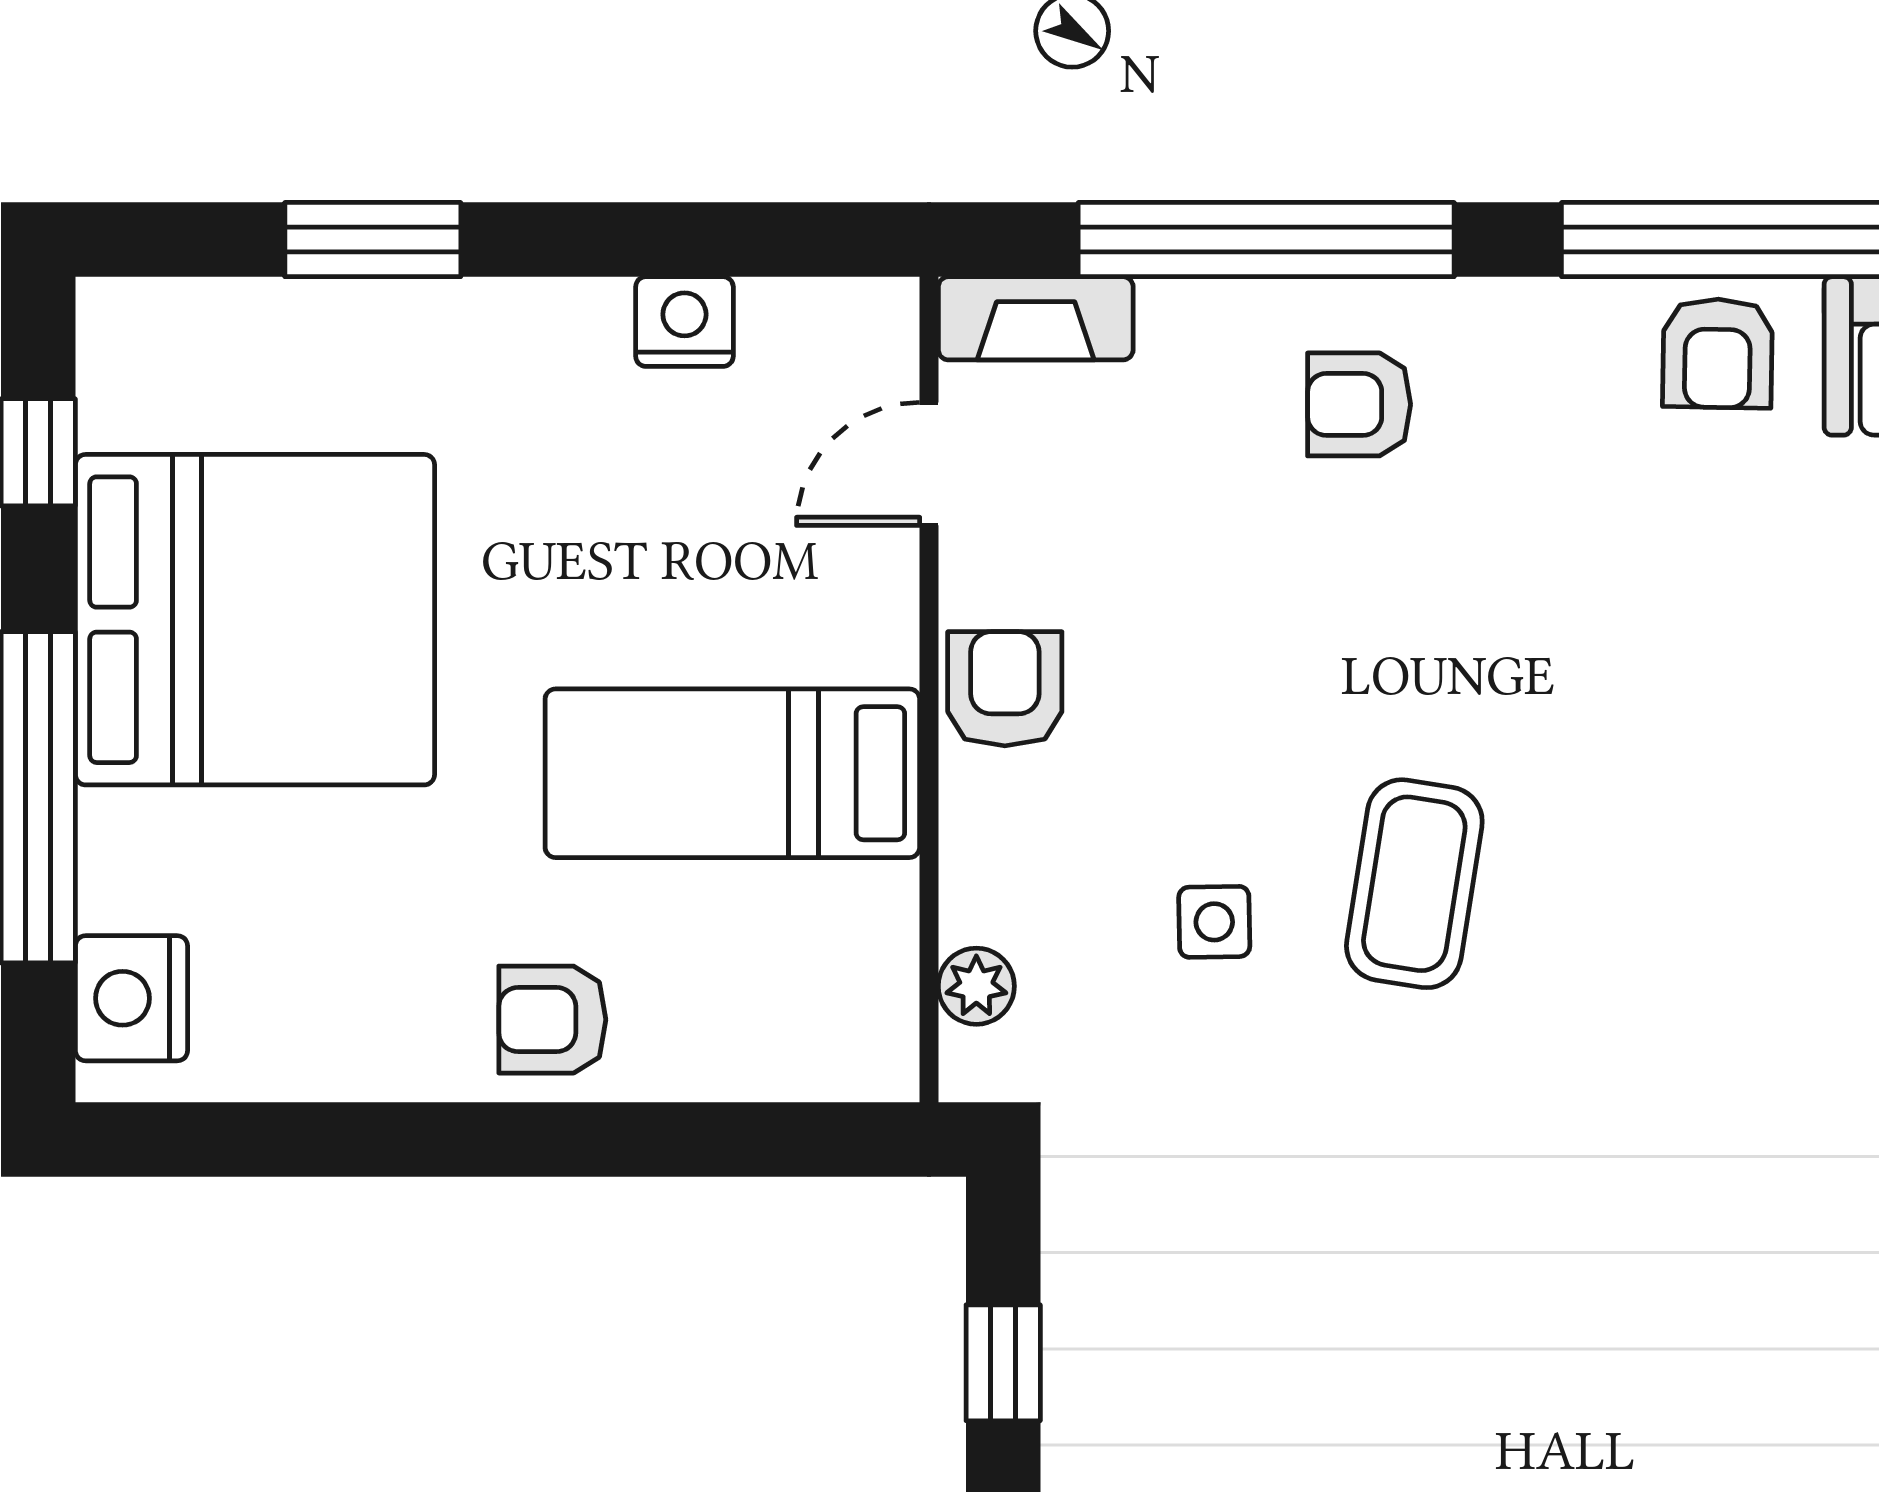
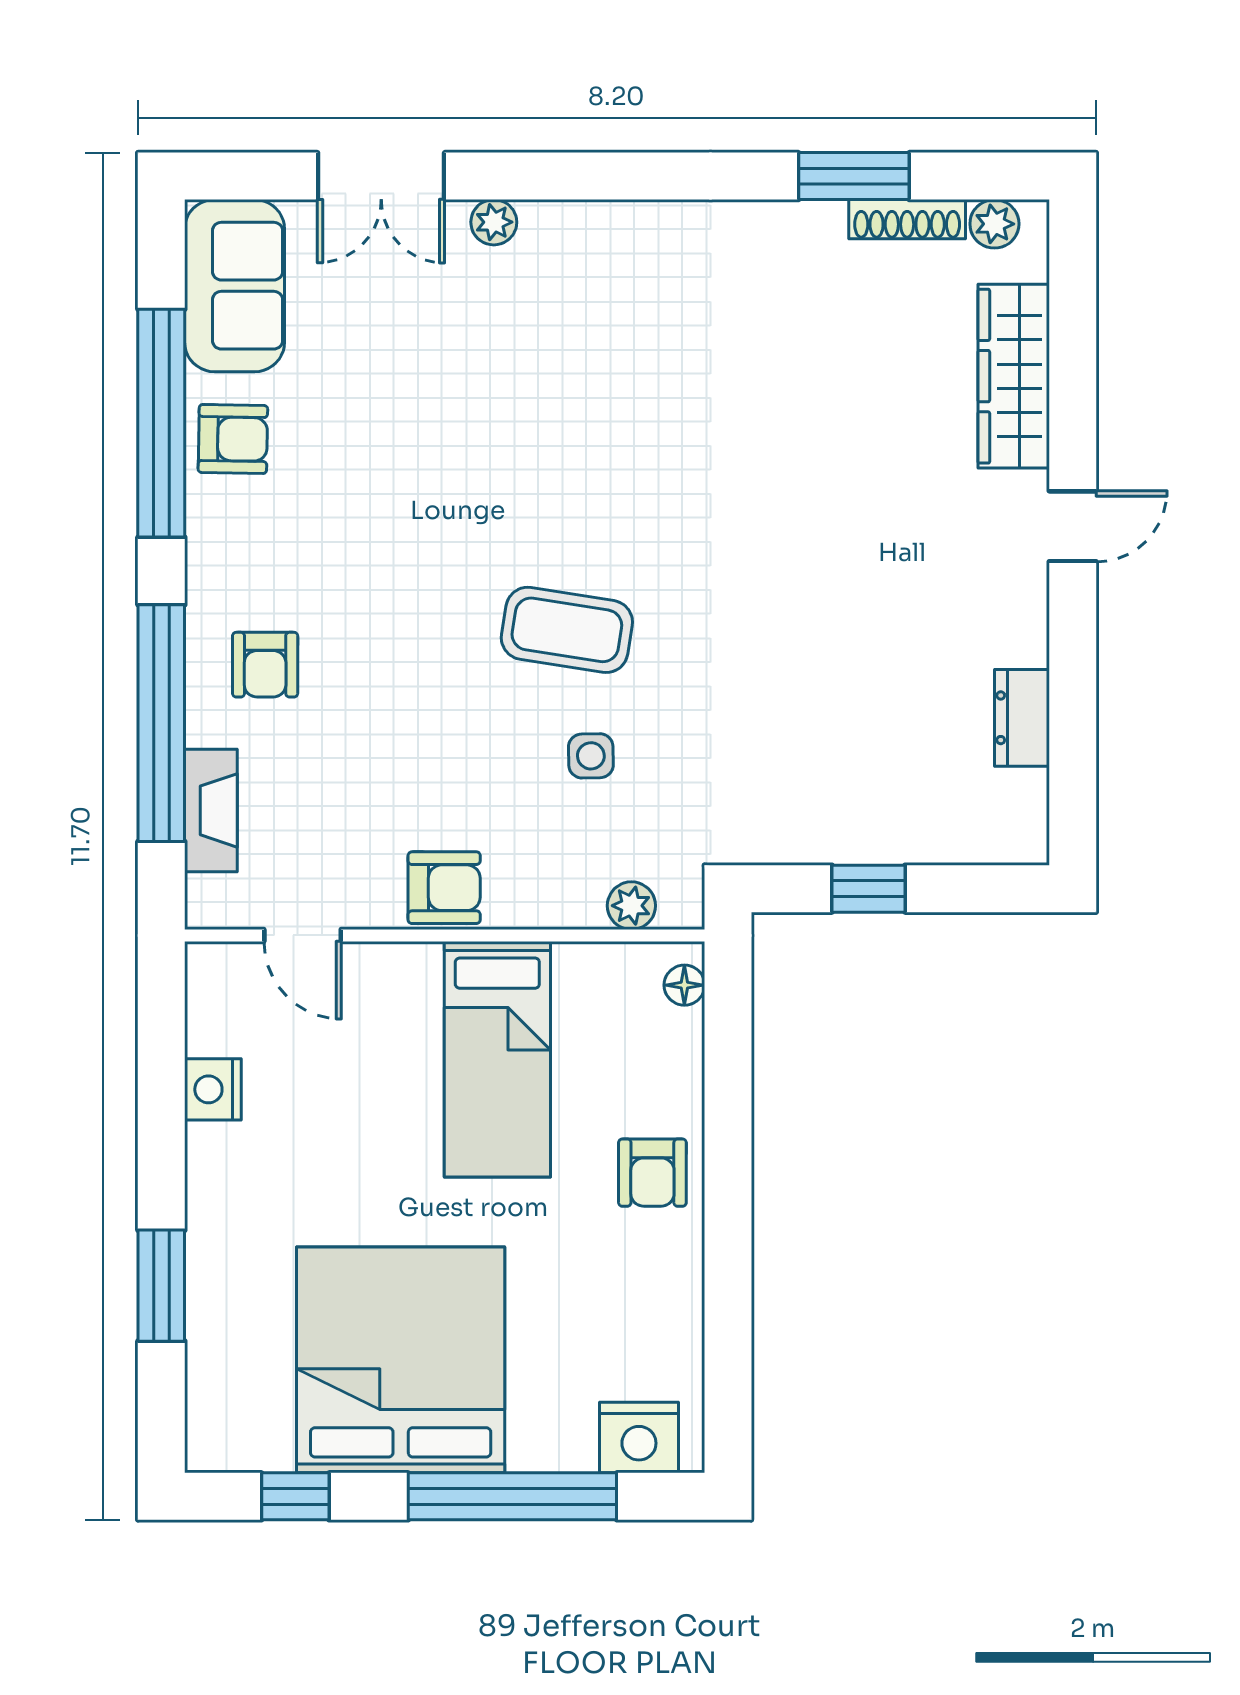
fireplace: (1036, 318) -> (211, 810), moved
armchair: (1005, 689) -> (444, 888), turned 180
floor lamp: (850, 1070) -> (684, 985), added

